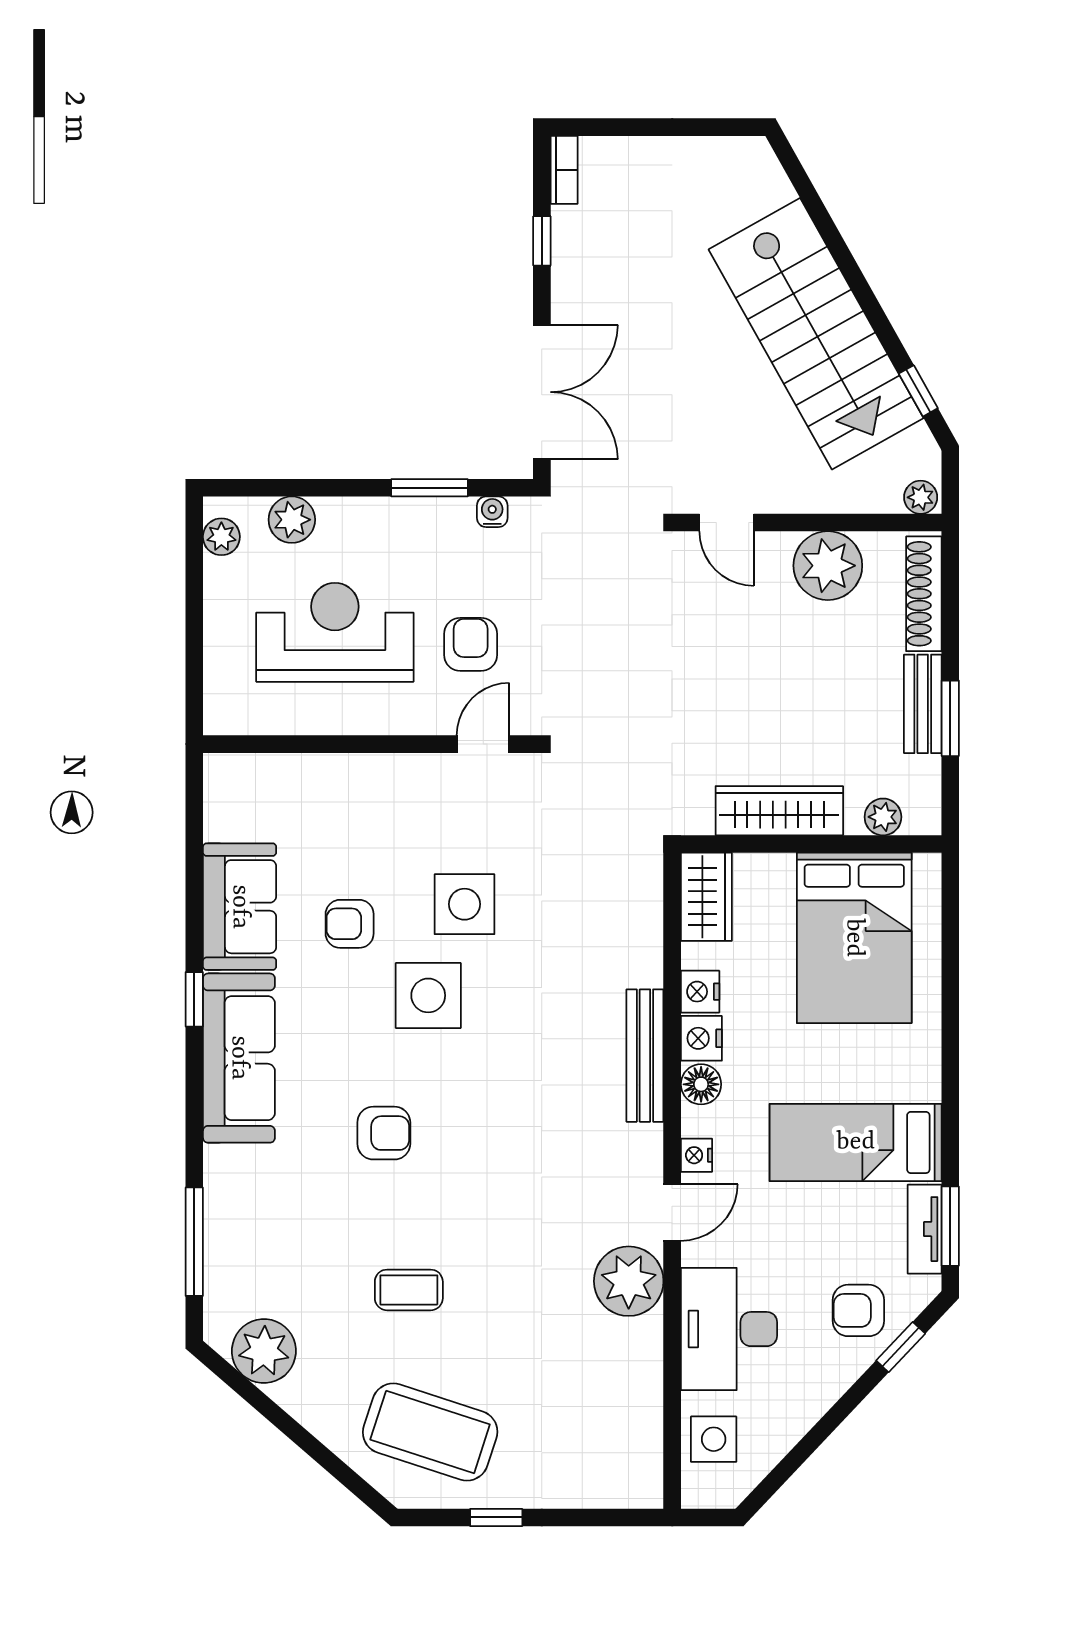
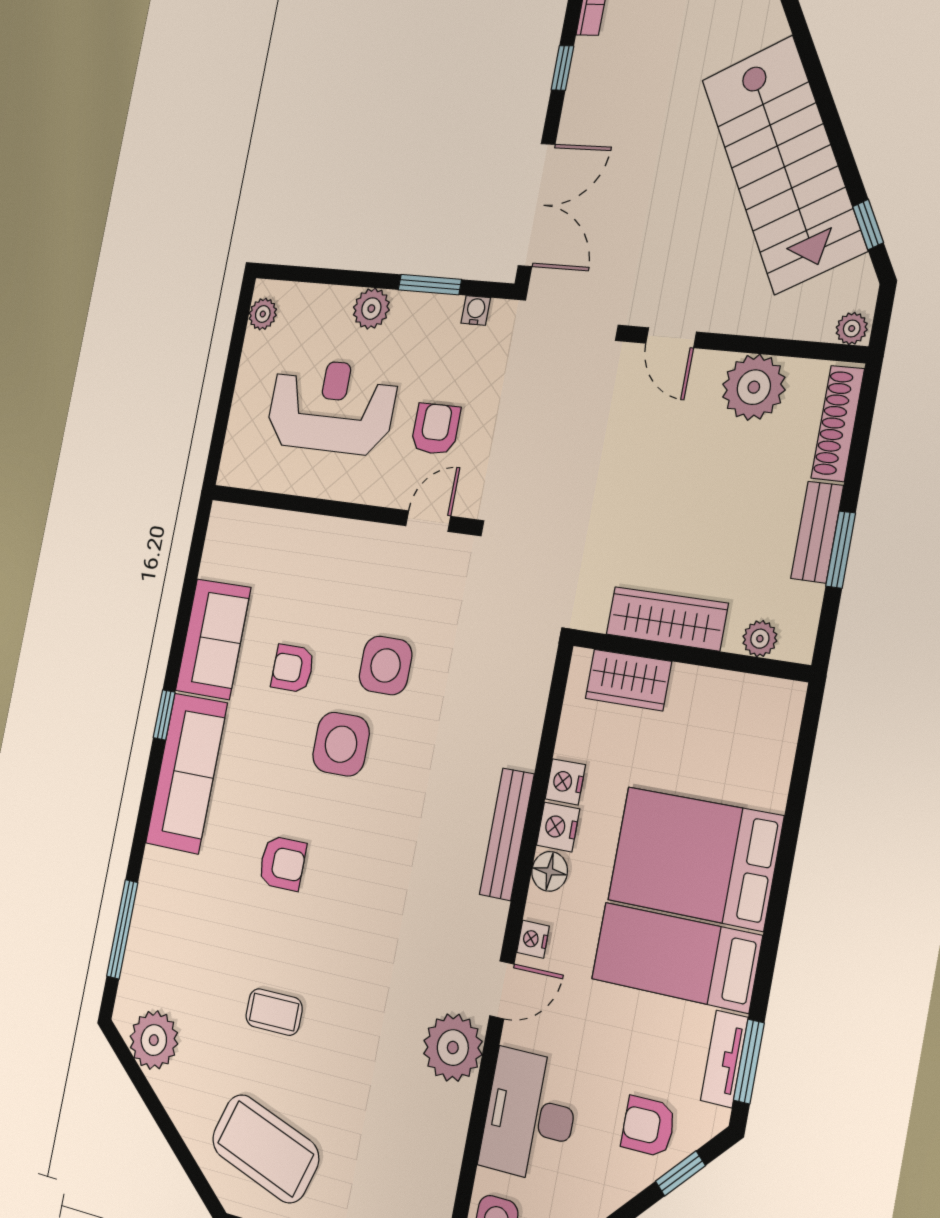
plant: (292, 520) -> (371, 309), moved
wardrobe: (706, 897) -> (628, 680), moved, turned 90
bed: (854, 938) -> (695, 858), moved, turned 90

